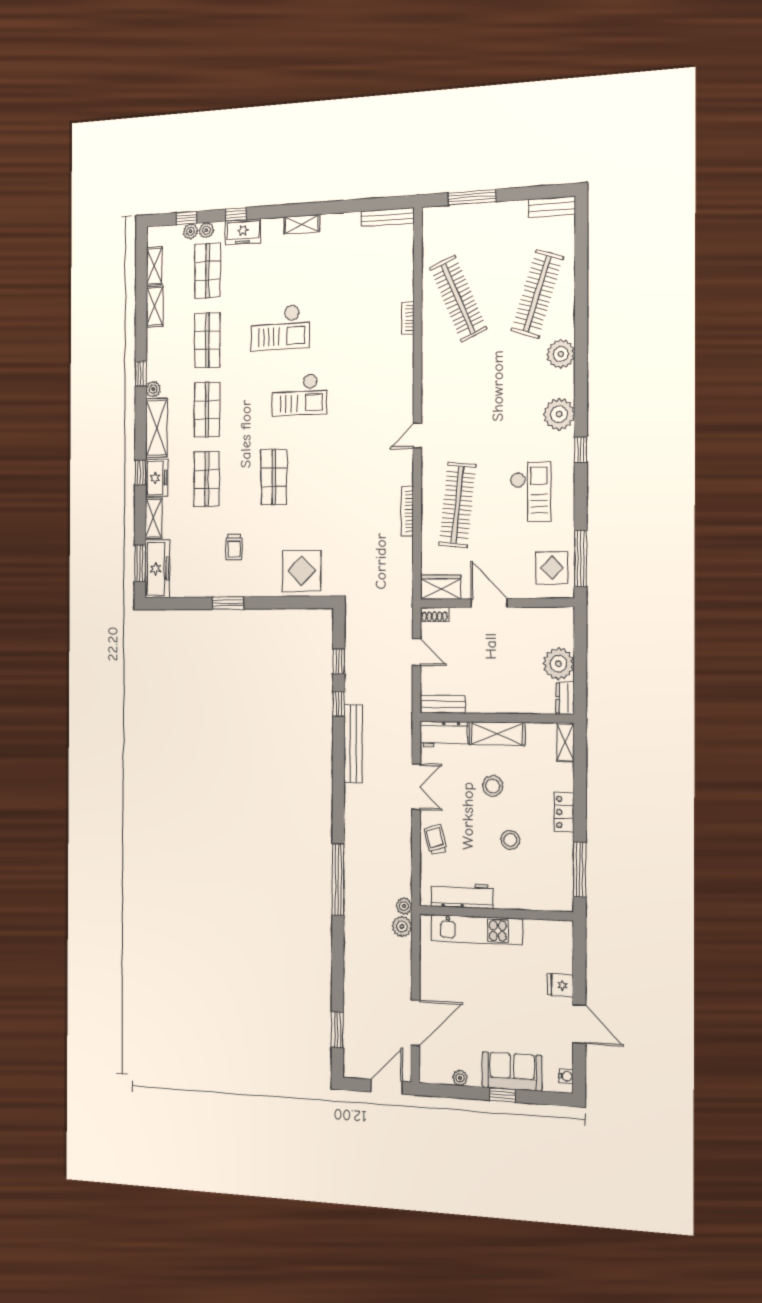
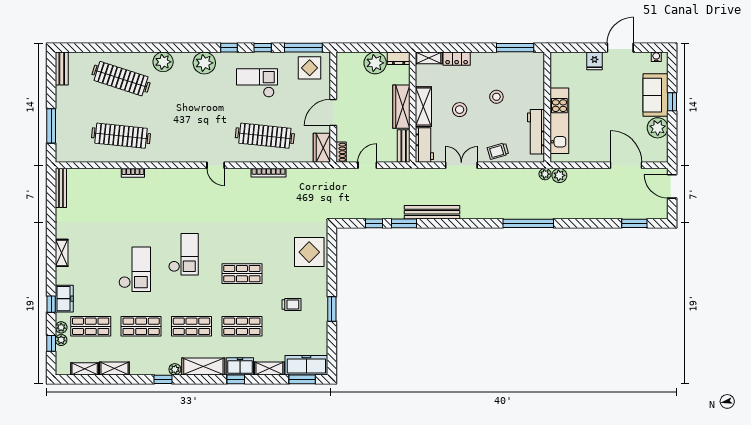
clothes rail: (458, 298) -> (121, 136), turned 30
window: (581, 499) -> (263, 48), added
wardrobe: (497, 702) -> (401, 107), added
window: (339, 704) -> (404, 223), width x1.50
locker: (564, 812) -> (457, 59), moved
plant: (460, 1078) -> (658, 128), width x1.87, depth x1.87

